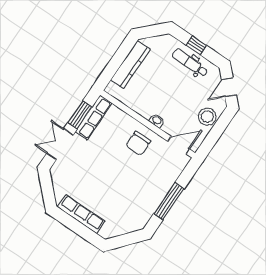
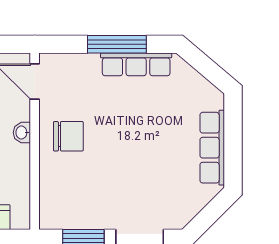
row of seats: (93, 117) -> (136, 64), moved, turned 180

